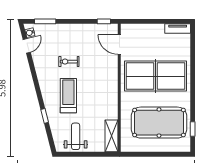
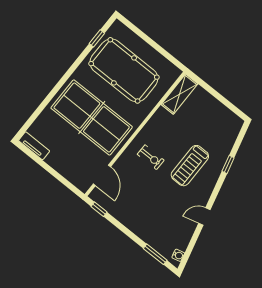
door: (27, 46) -> (204, 217), moved
exercise bike: (69, 62) -> (151, 157), moved
weight bench: (76, 136) -> (214, 121), removed

